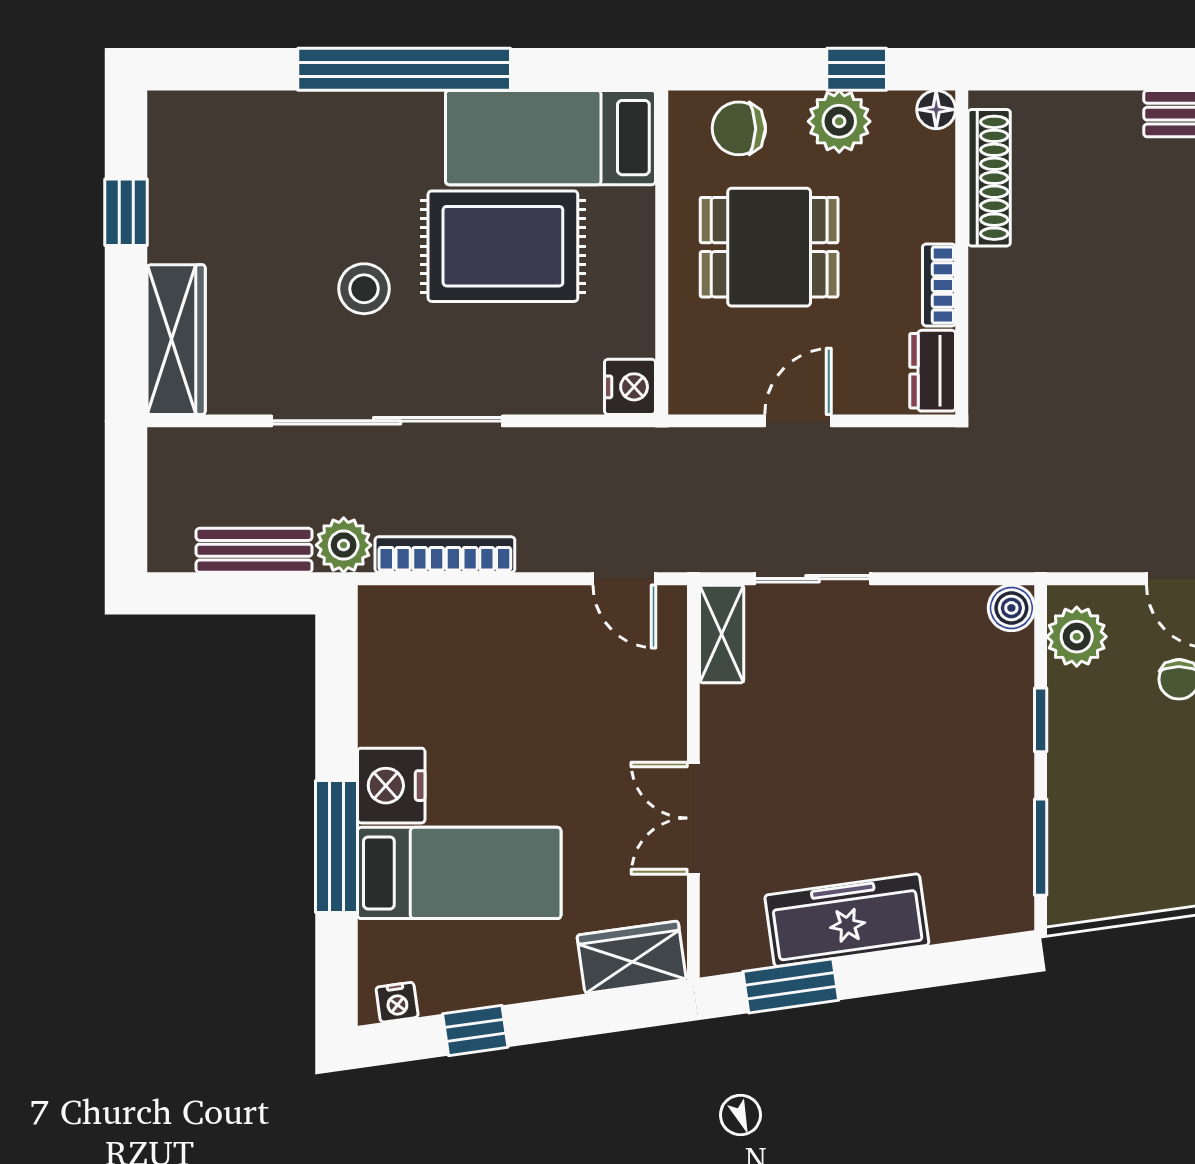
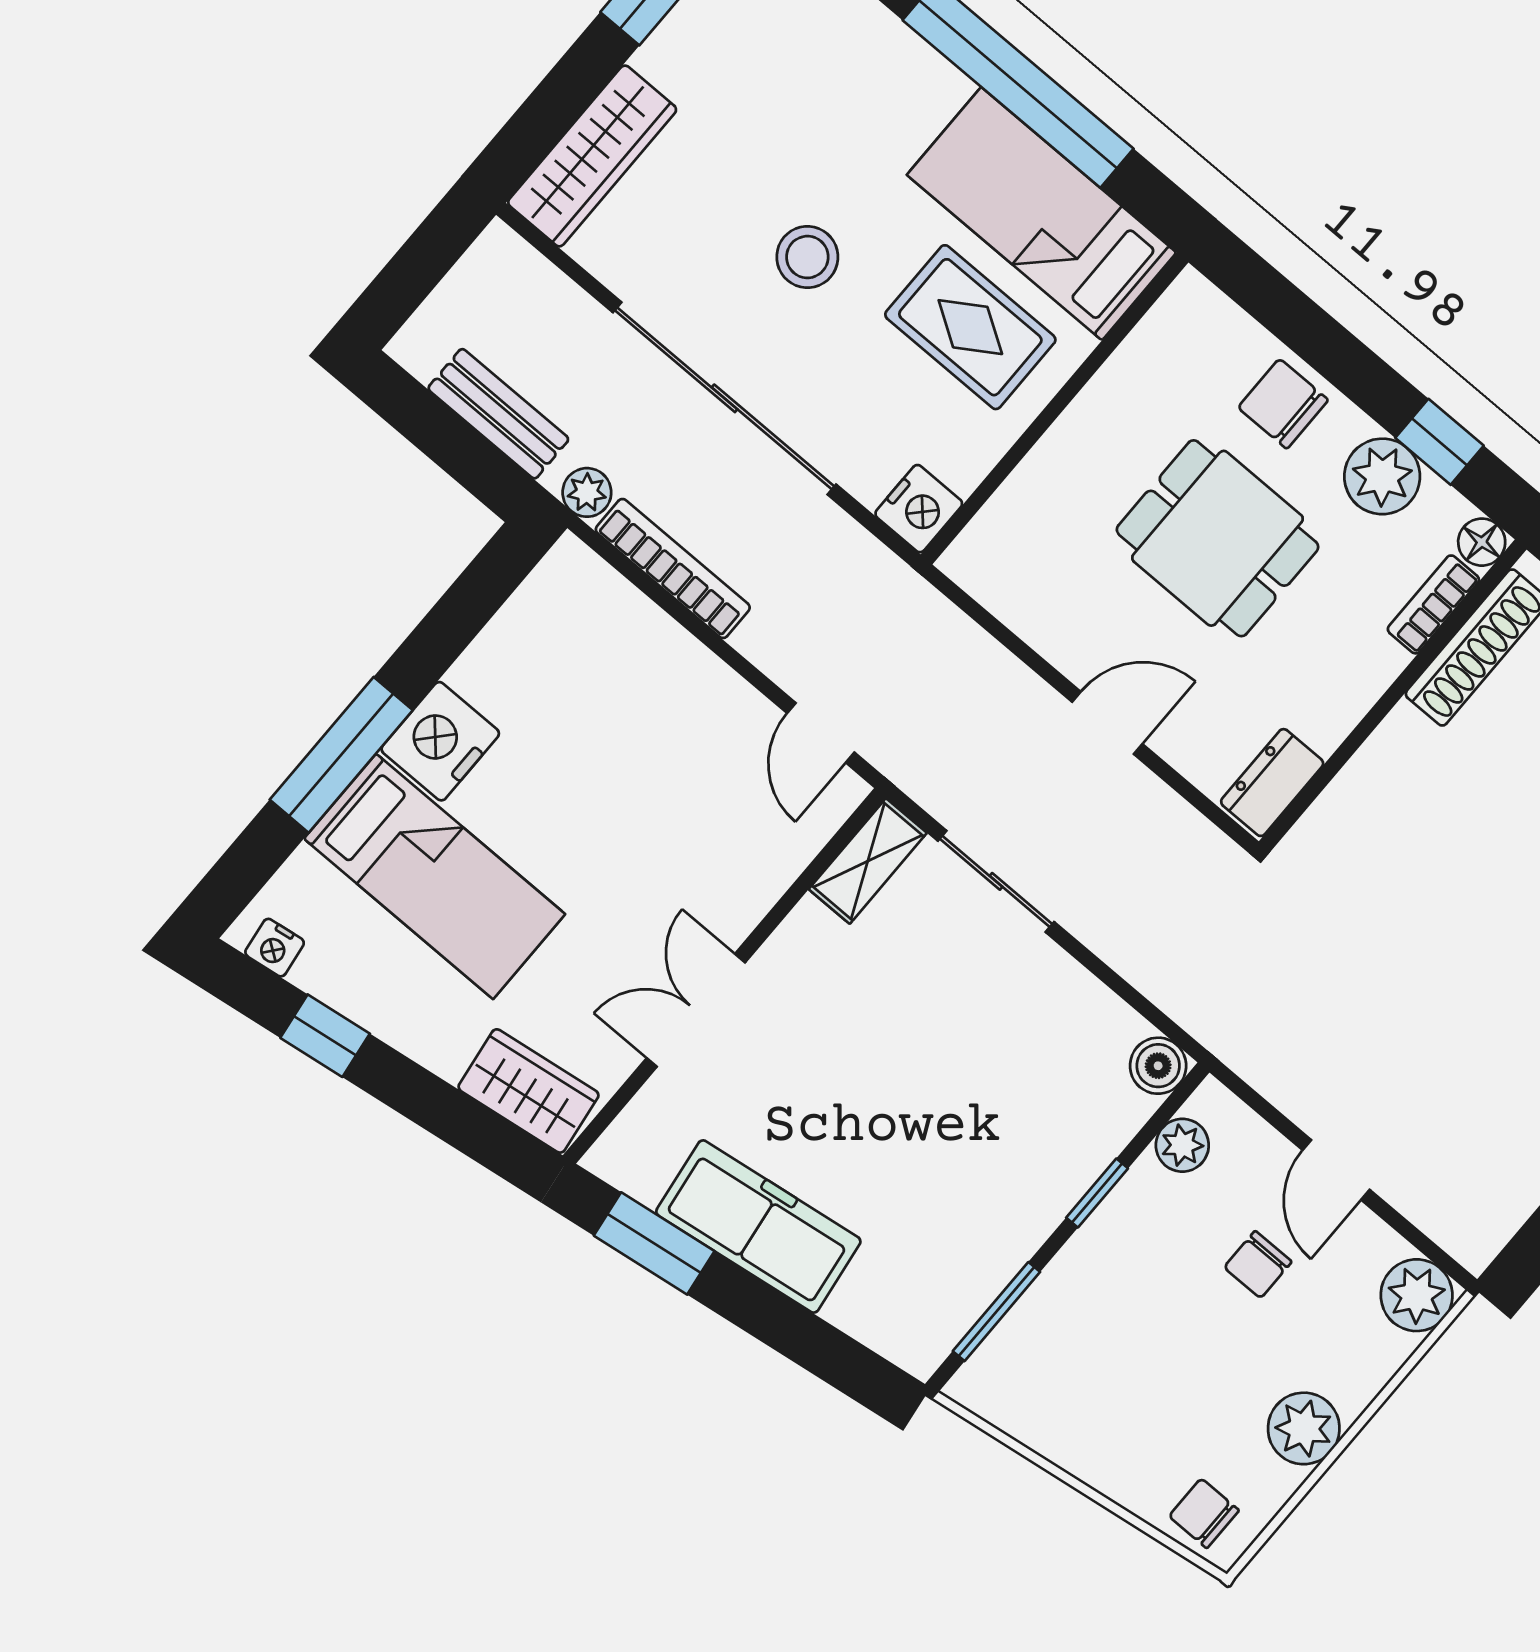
bed: (551, 138) -> (1042, 214), moved
rug: (503, 246) -> (970, 327), width x0.73, depth x0.70
wall: (662, 252) -> (1055, 409), moved
bookcase: (939, 285) -> (1433, 604), moved
nightstand: (630, 387) -> (919, 509), moved
plant: (344, 545) -> (587, 492), width x0.73, depth x0.73
plant: (1077, 637) -> (1182, 1145), width x0.73, depth x0.73

